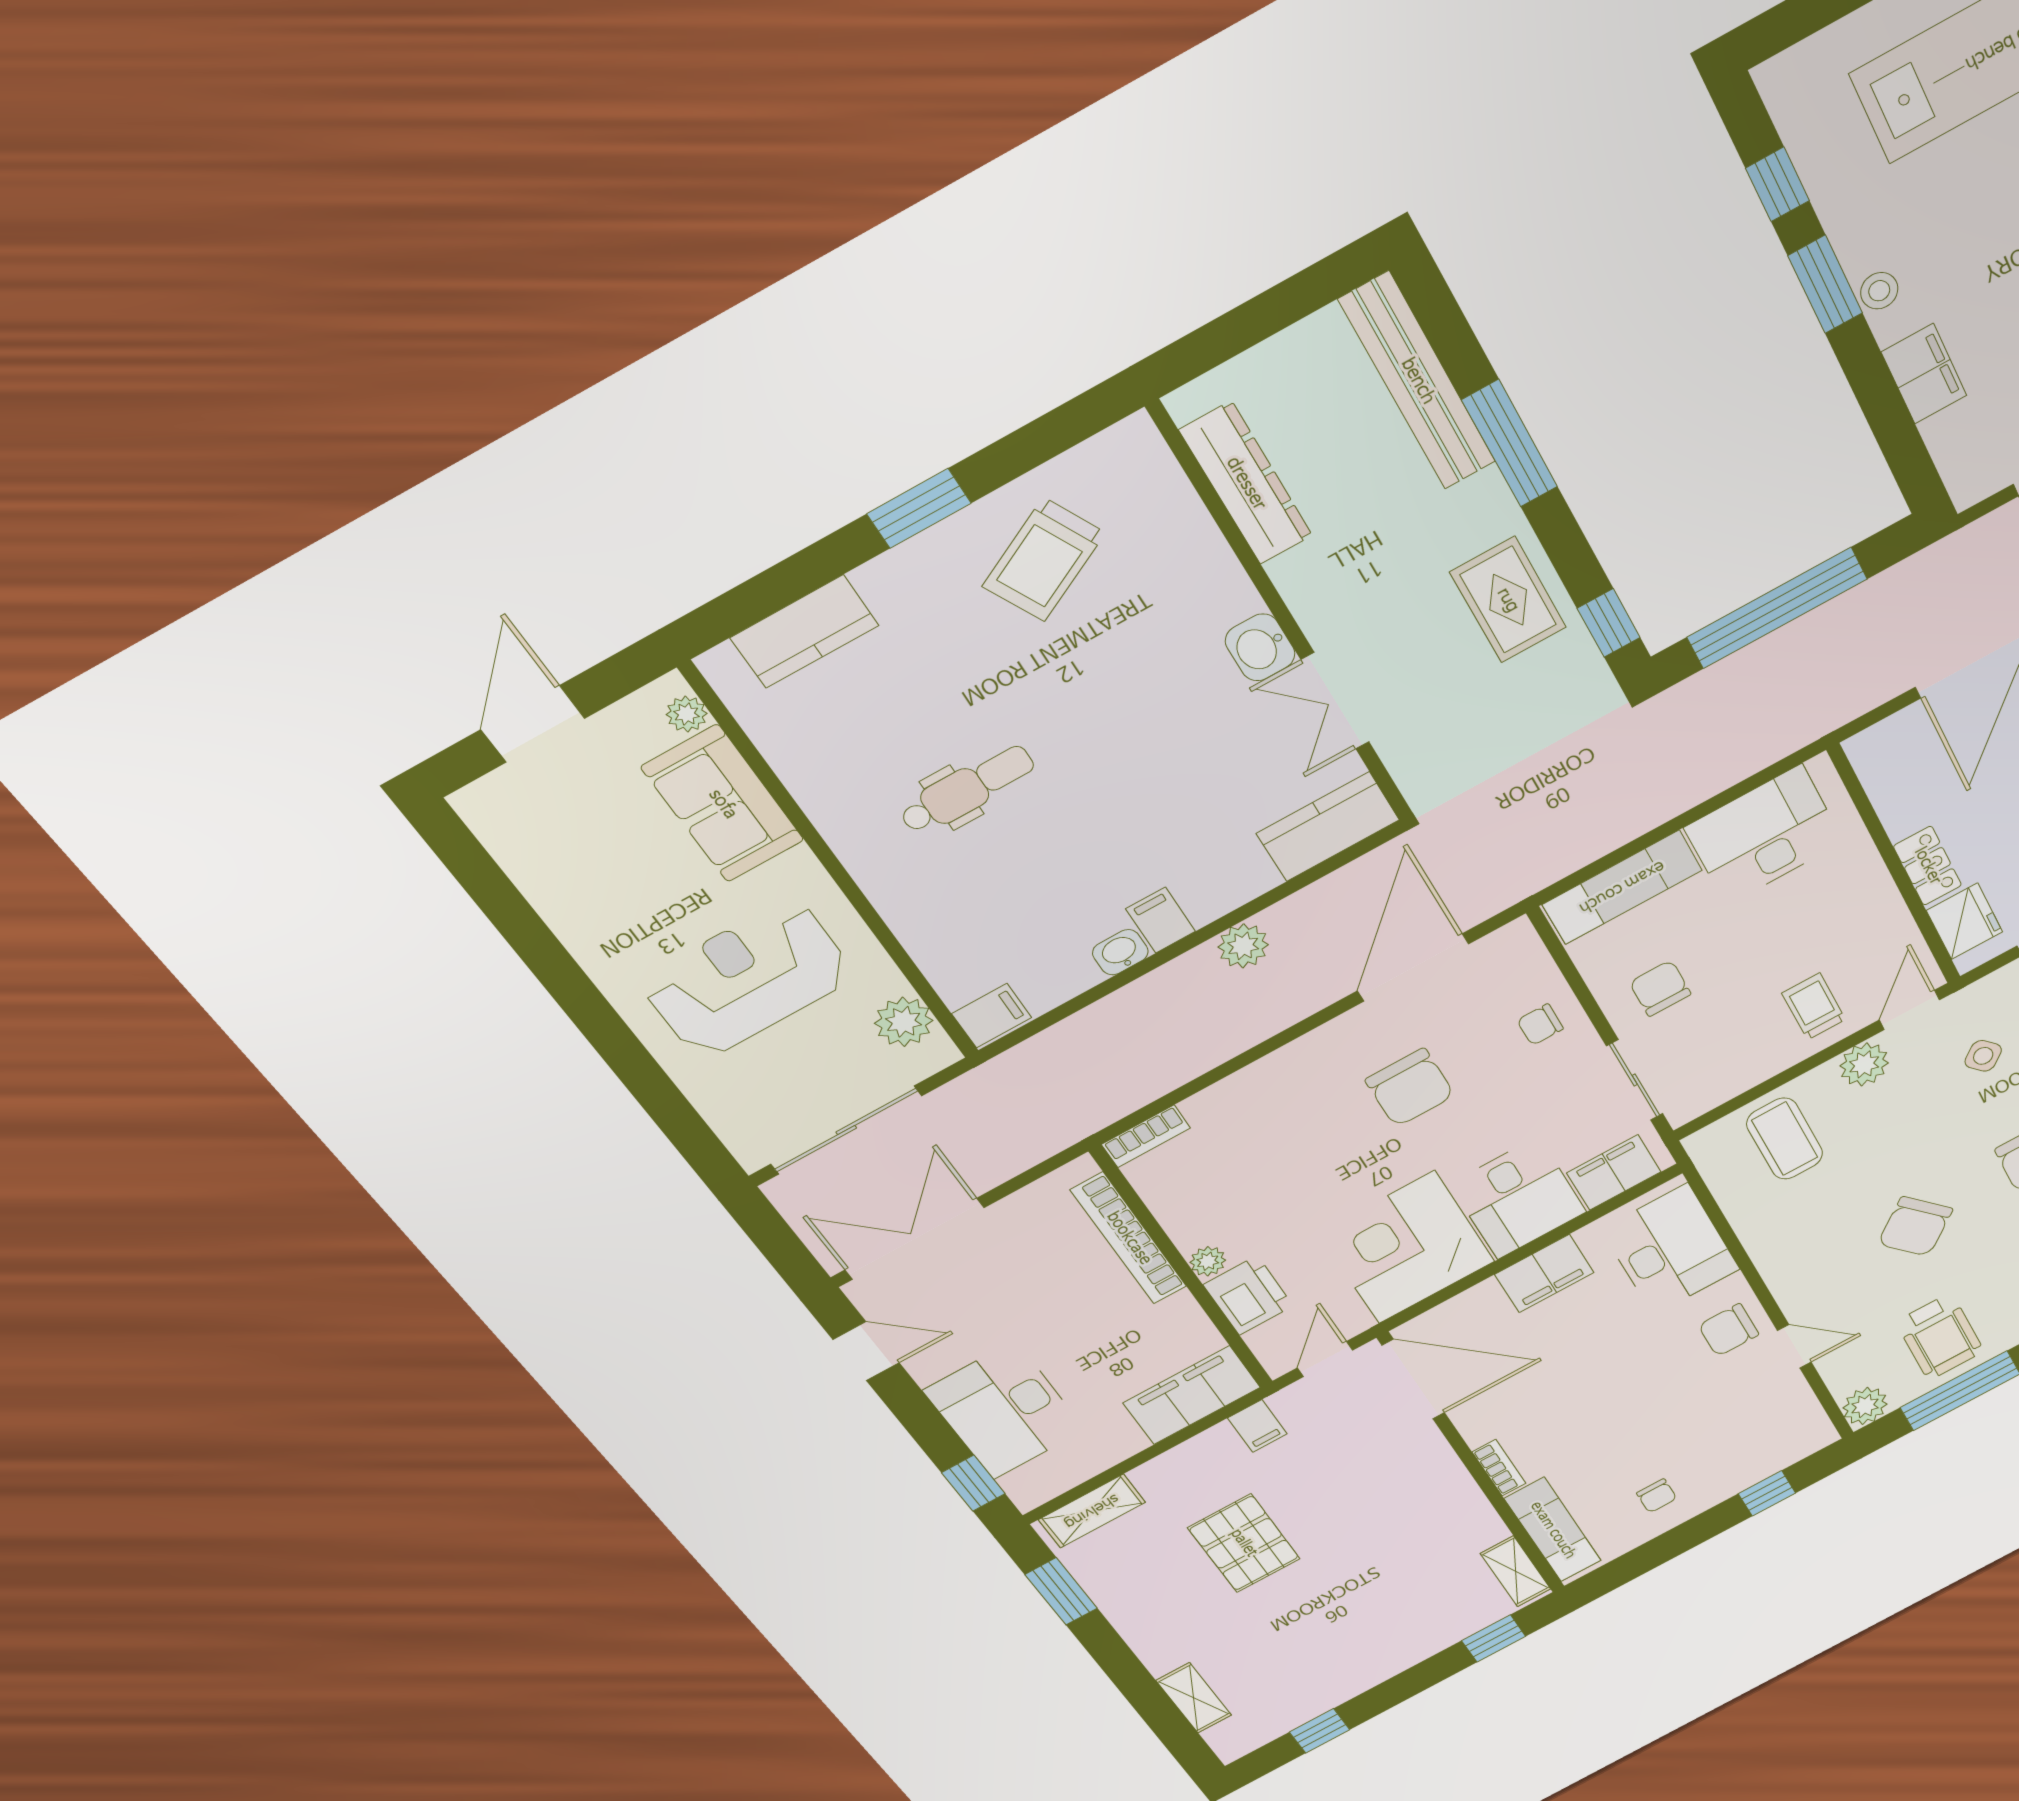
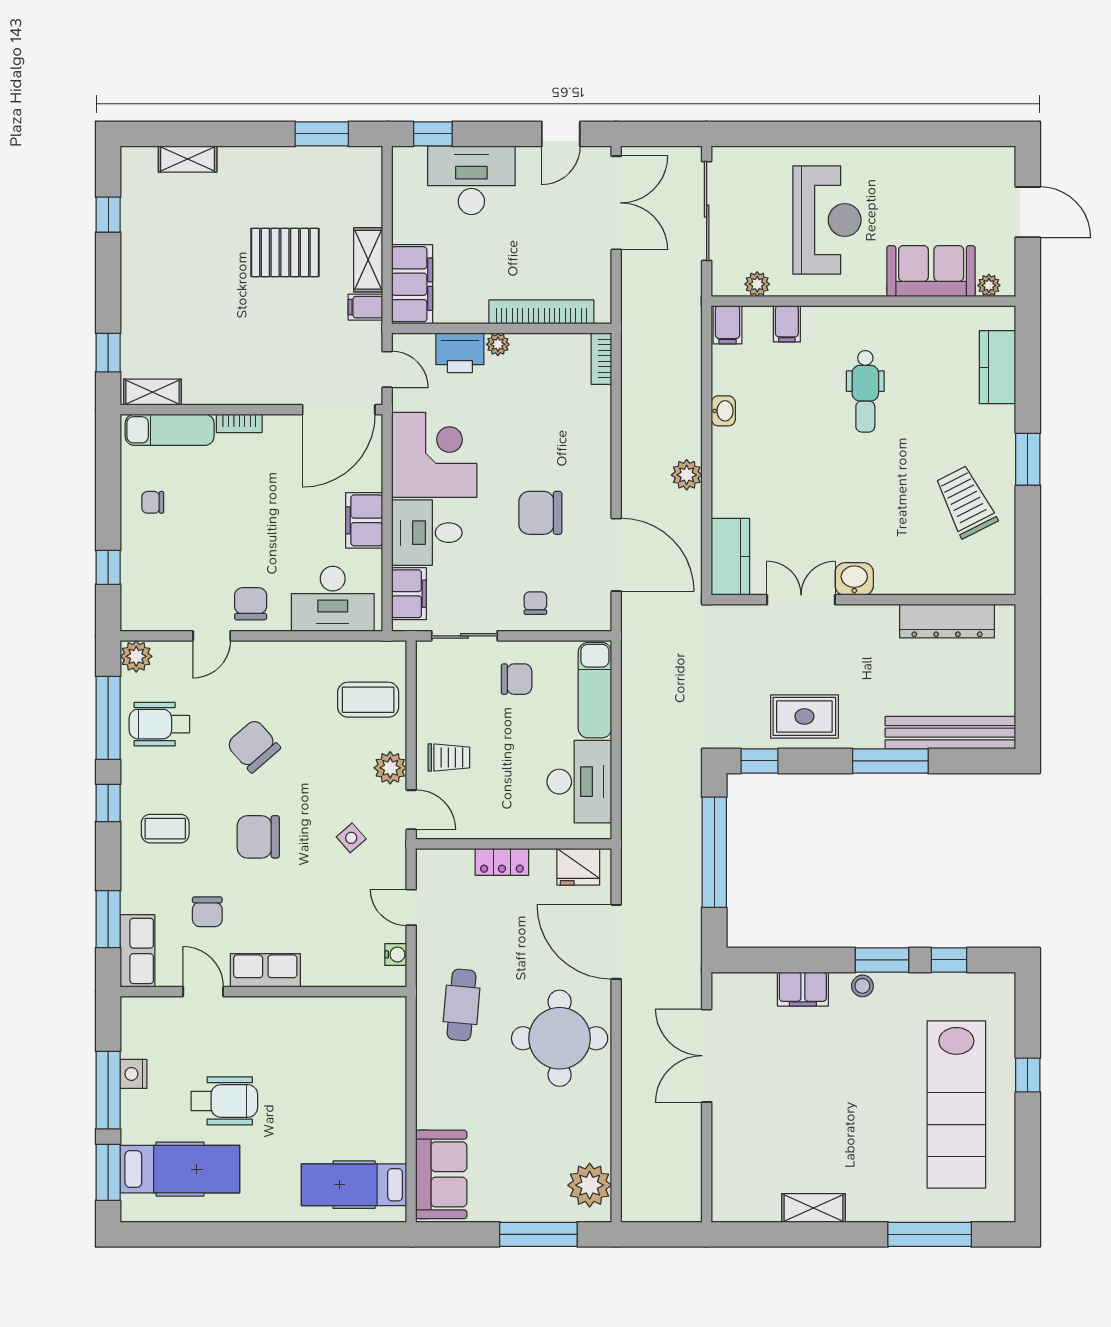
filing cabinet: (1161, 920) -> (787, 324), moved, turned 90
fridge: (1965, 921) -> (578, 867), moved
plant: (904, 1022) -> (757, 284), width x0.73, depth x0.73
shelving: (1092, 1511) -> (368, 260), moved

